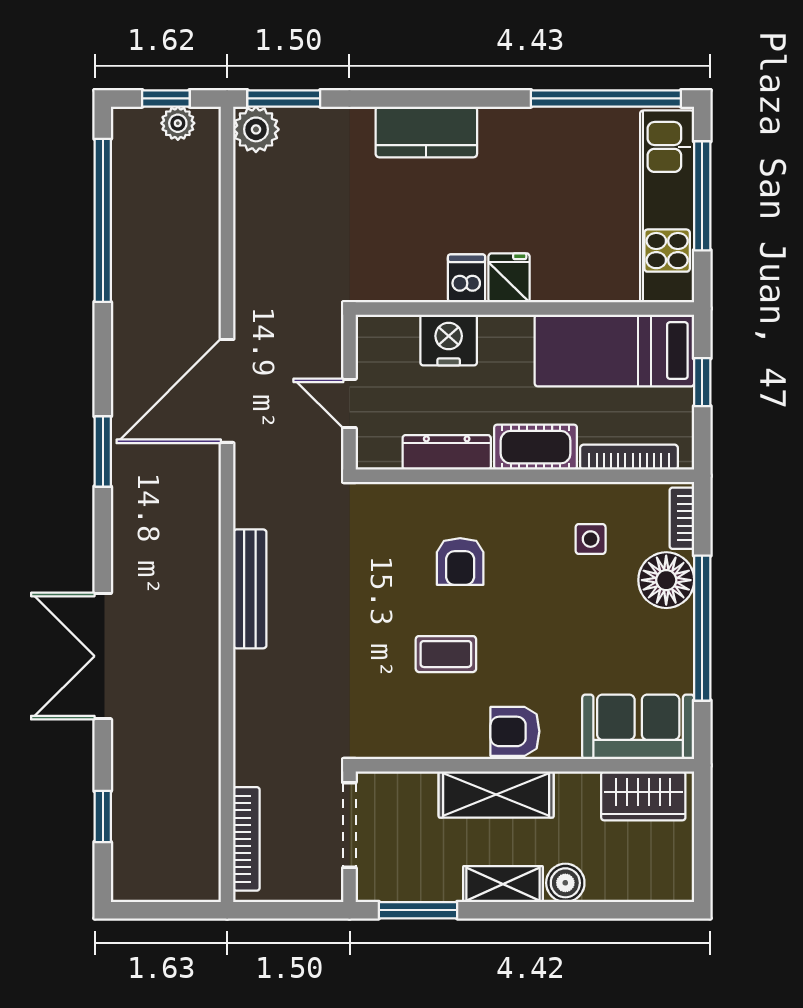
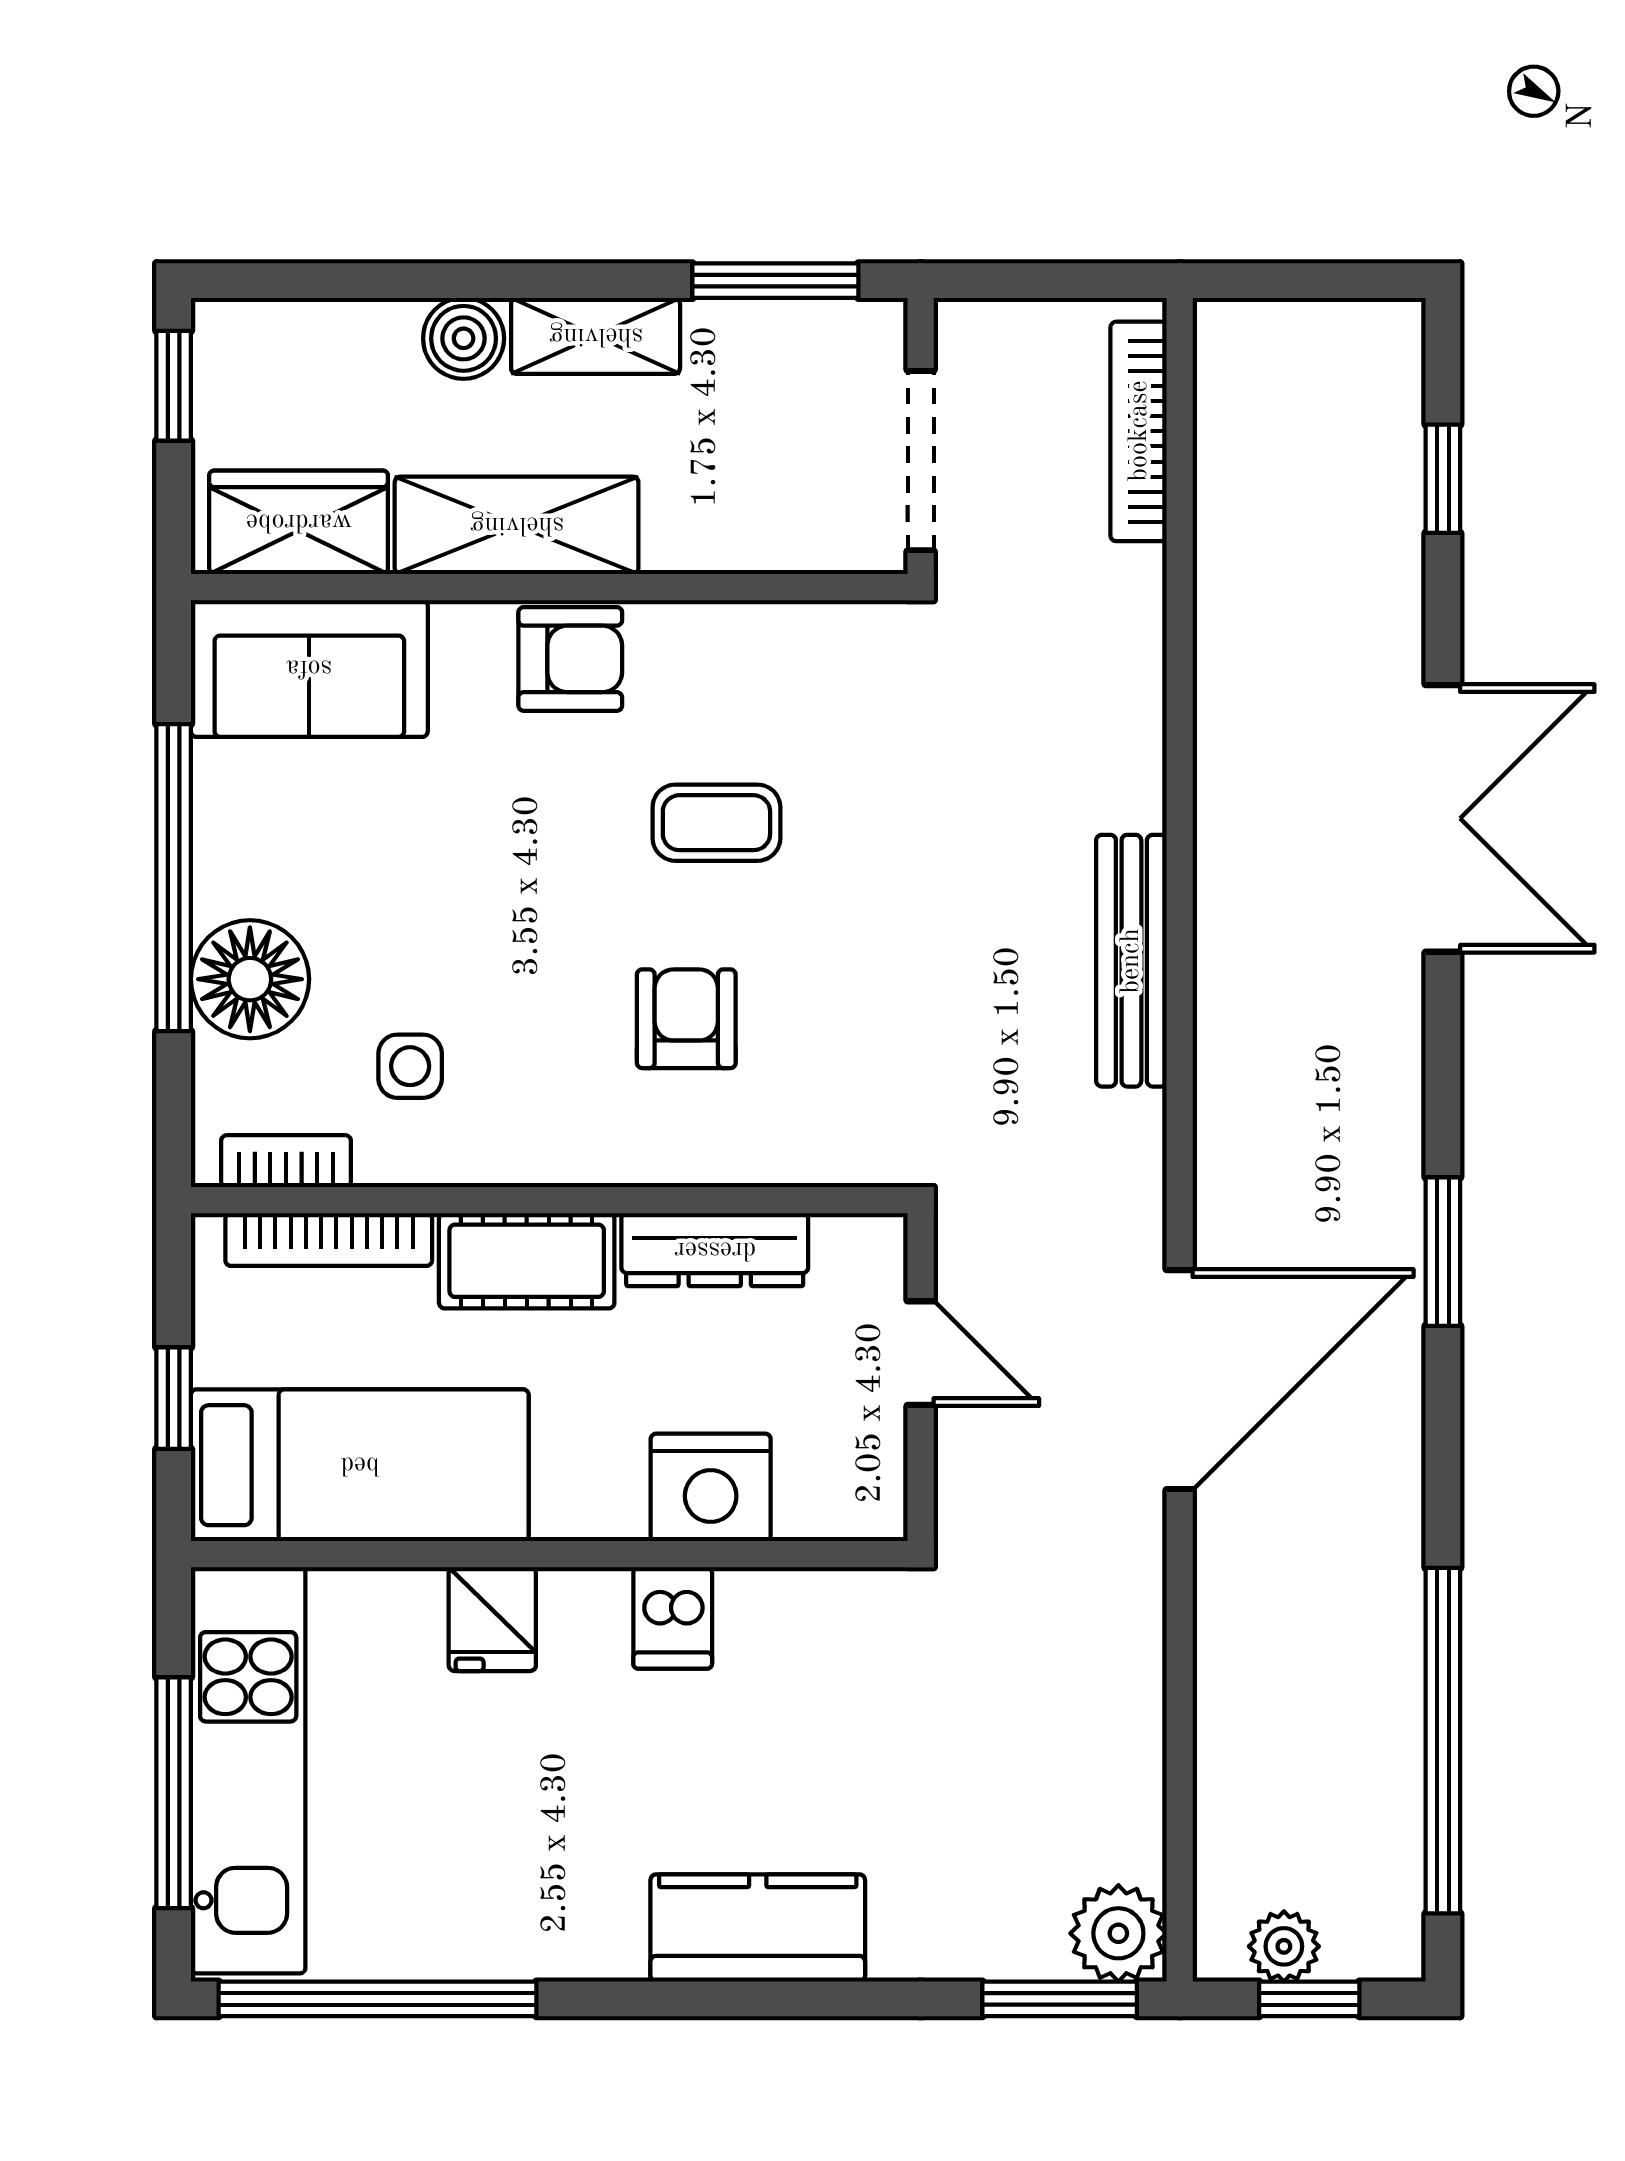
fridge: (509, 278) -> (492, 1619), moved
bookcase: (682, 518) -> (286, 1161), moved, turned -90
shelving: (496, 795) -> (517, 525), moved
window: (702, 860) -> (174, 386), added

